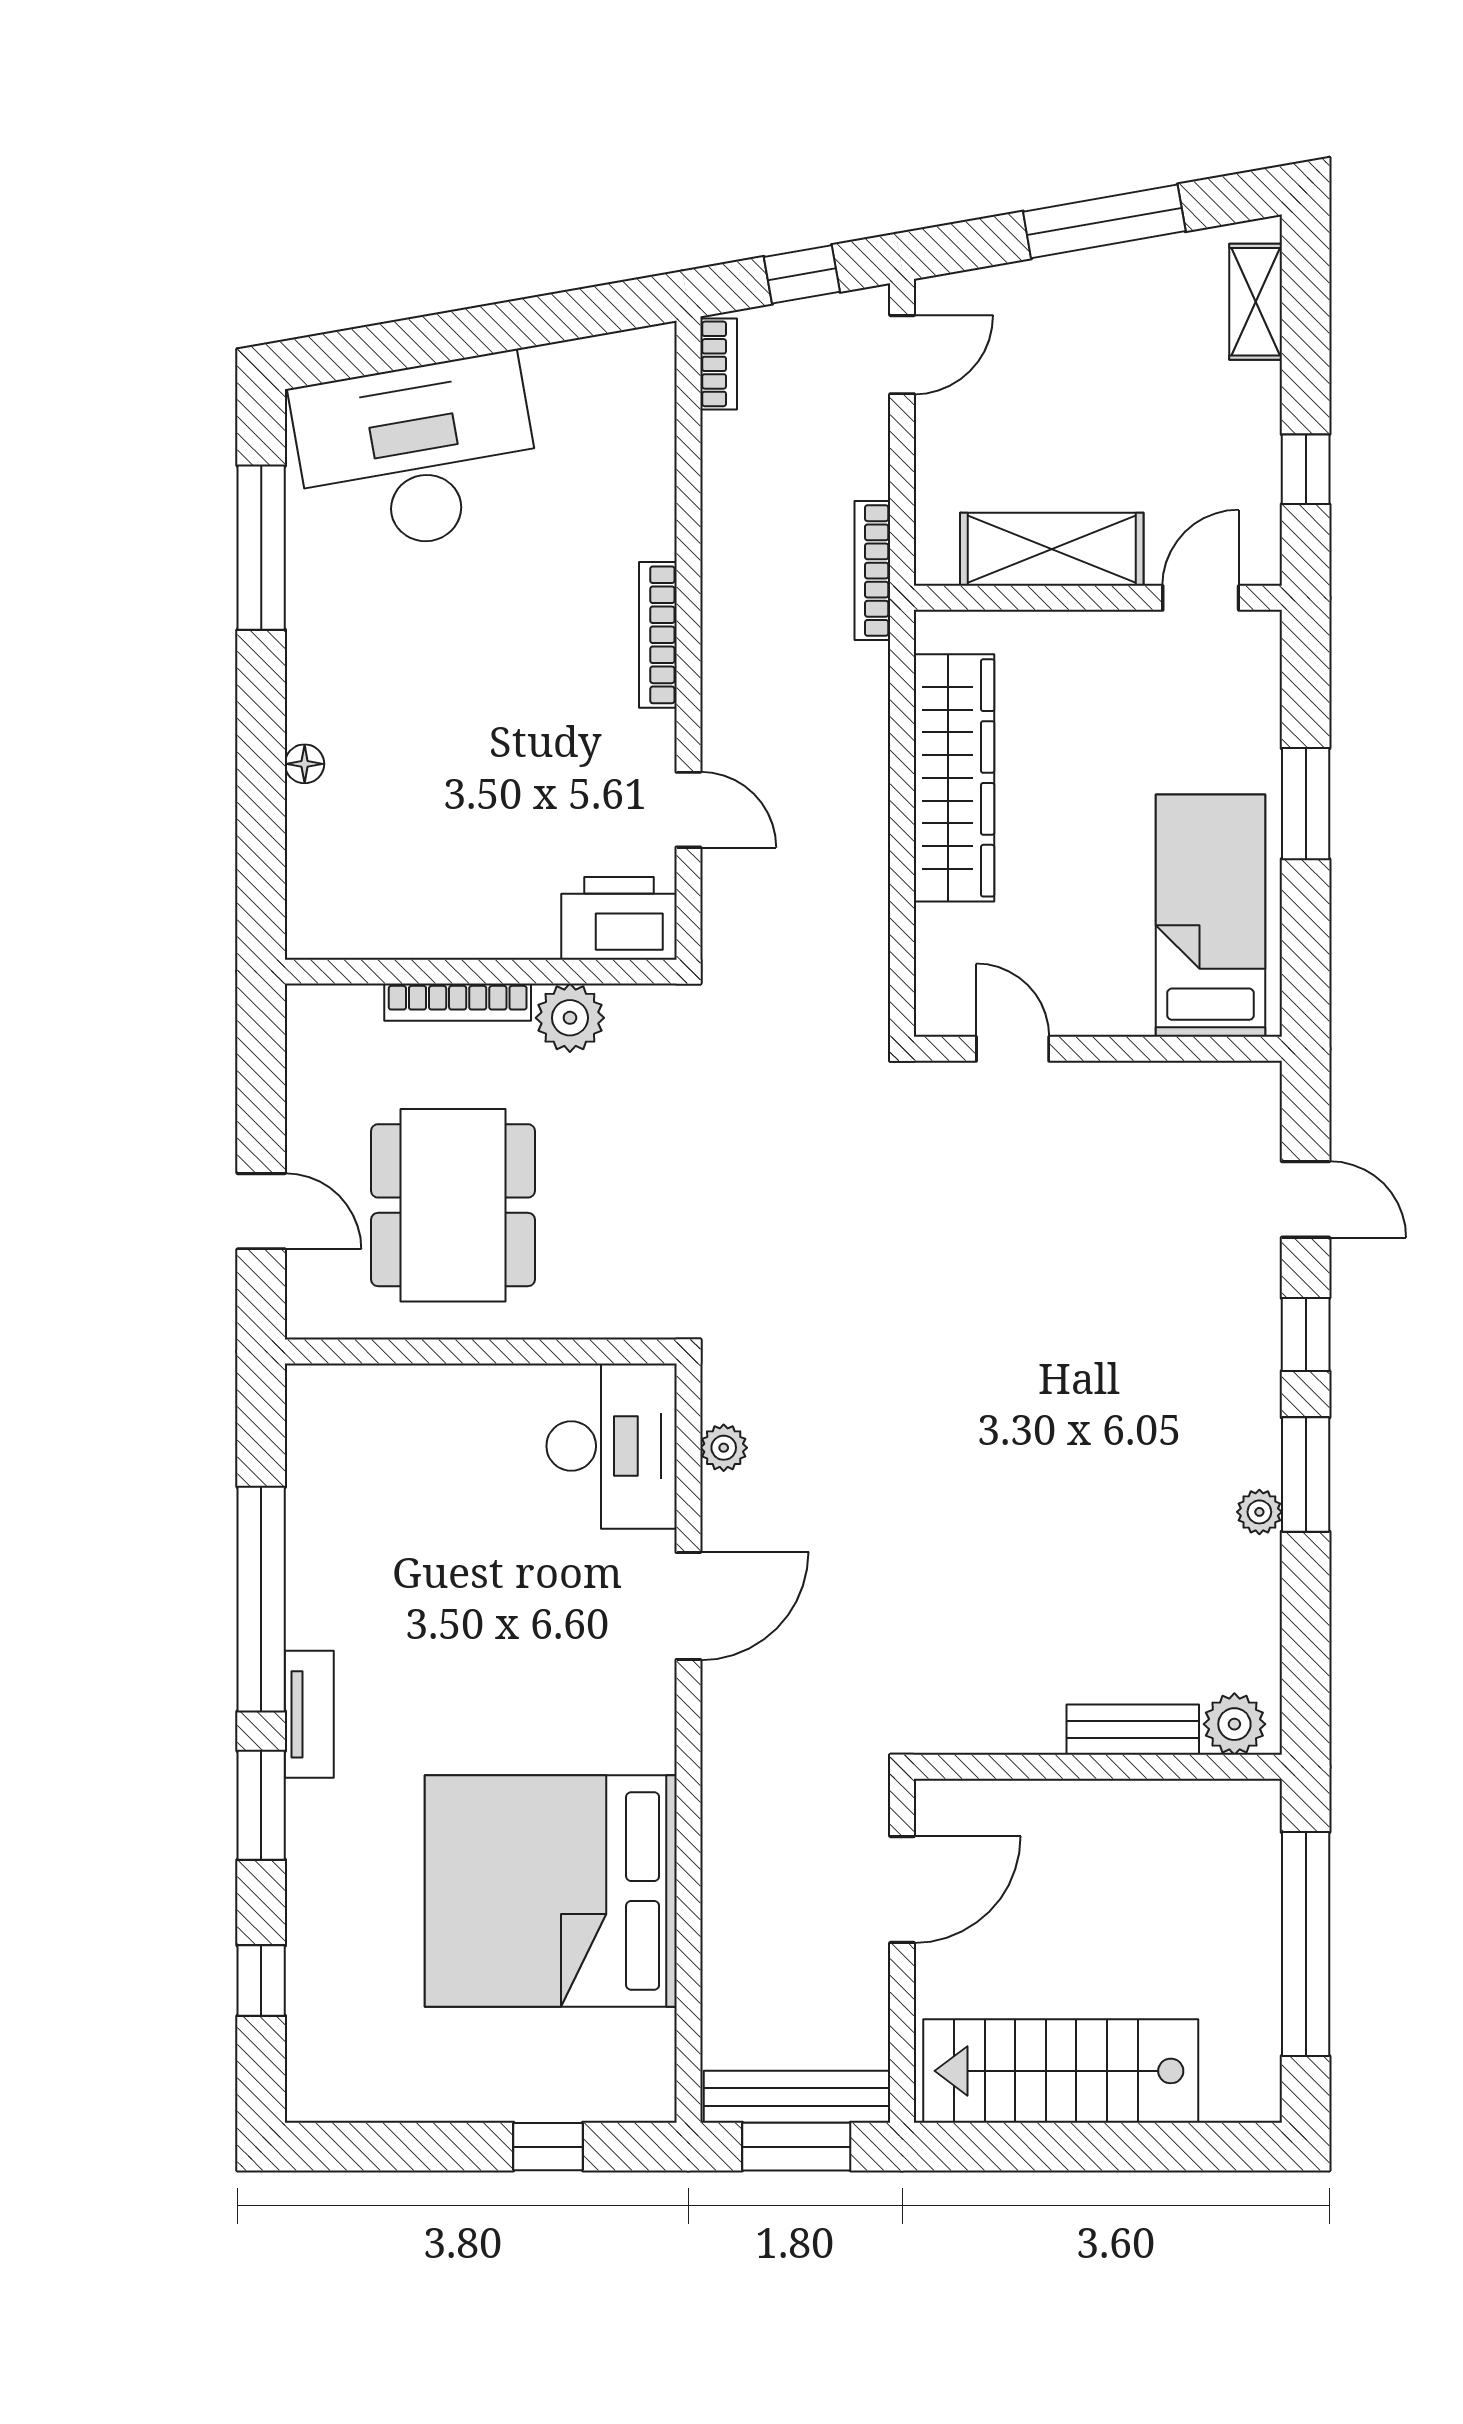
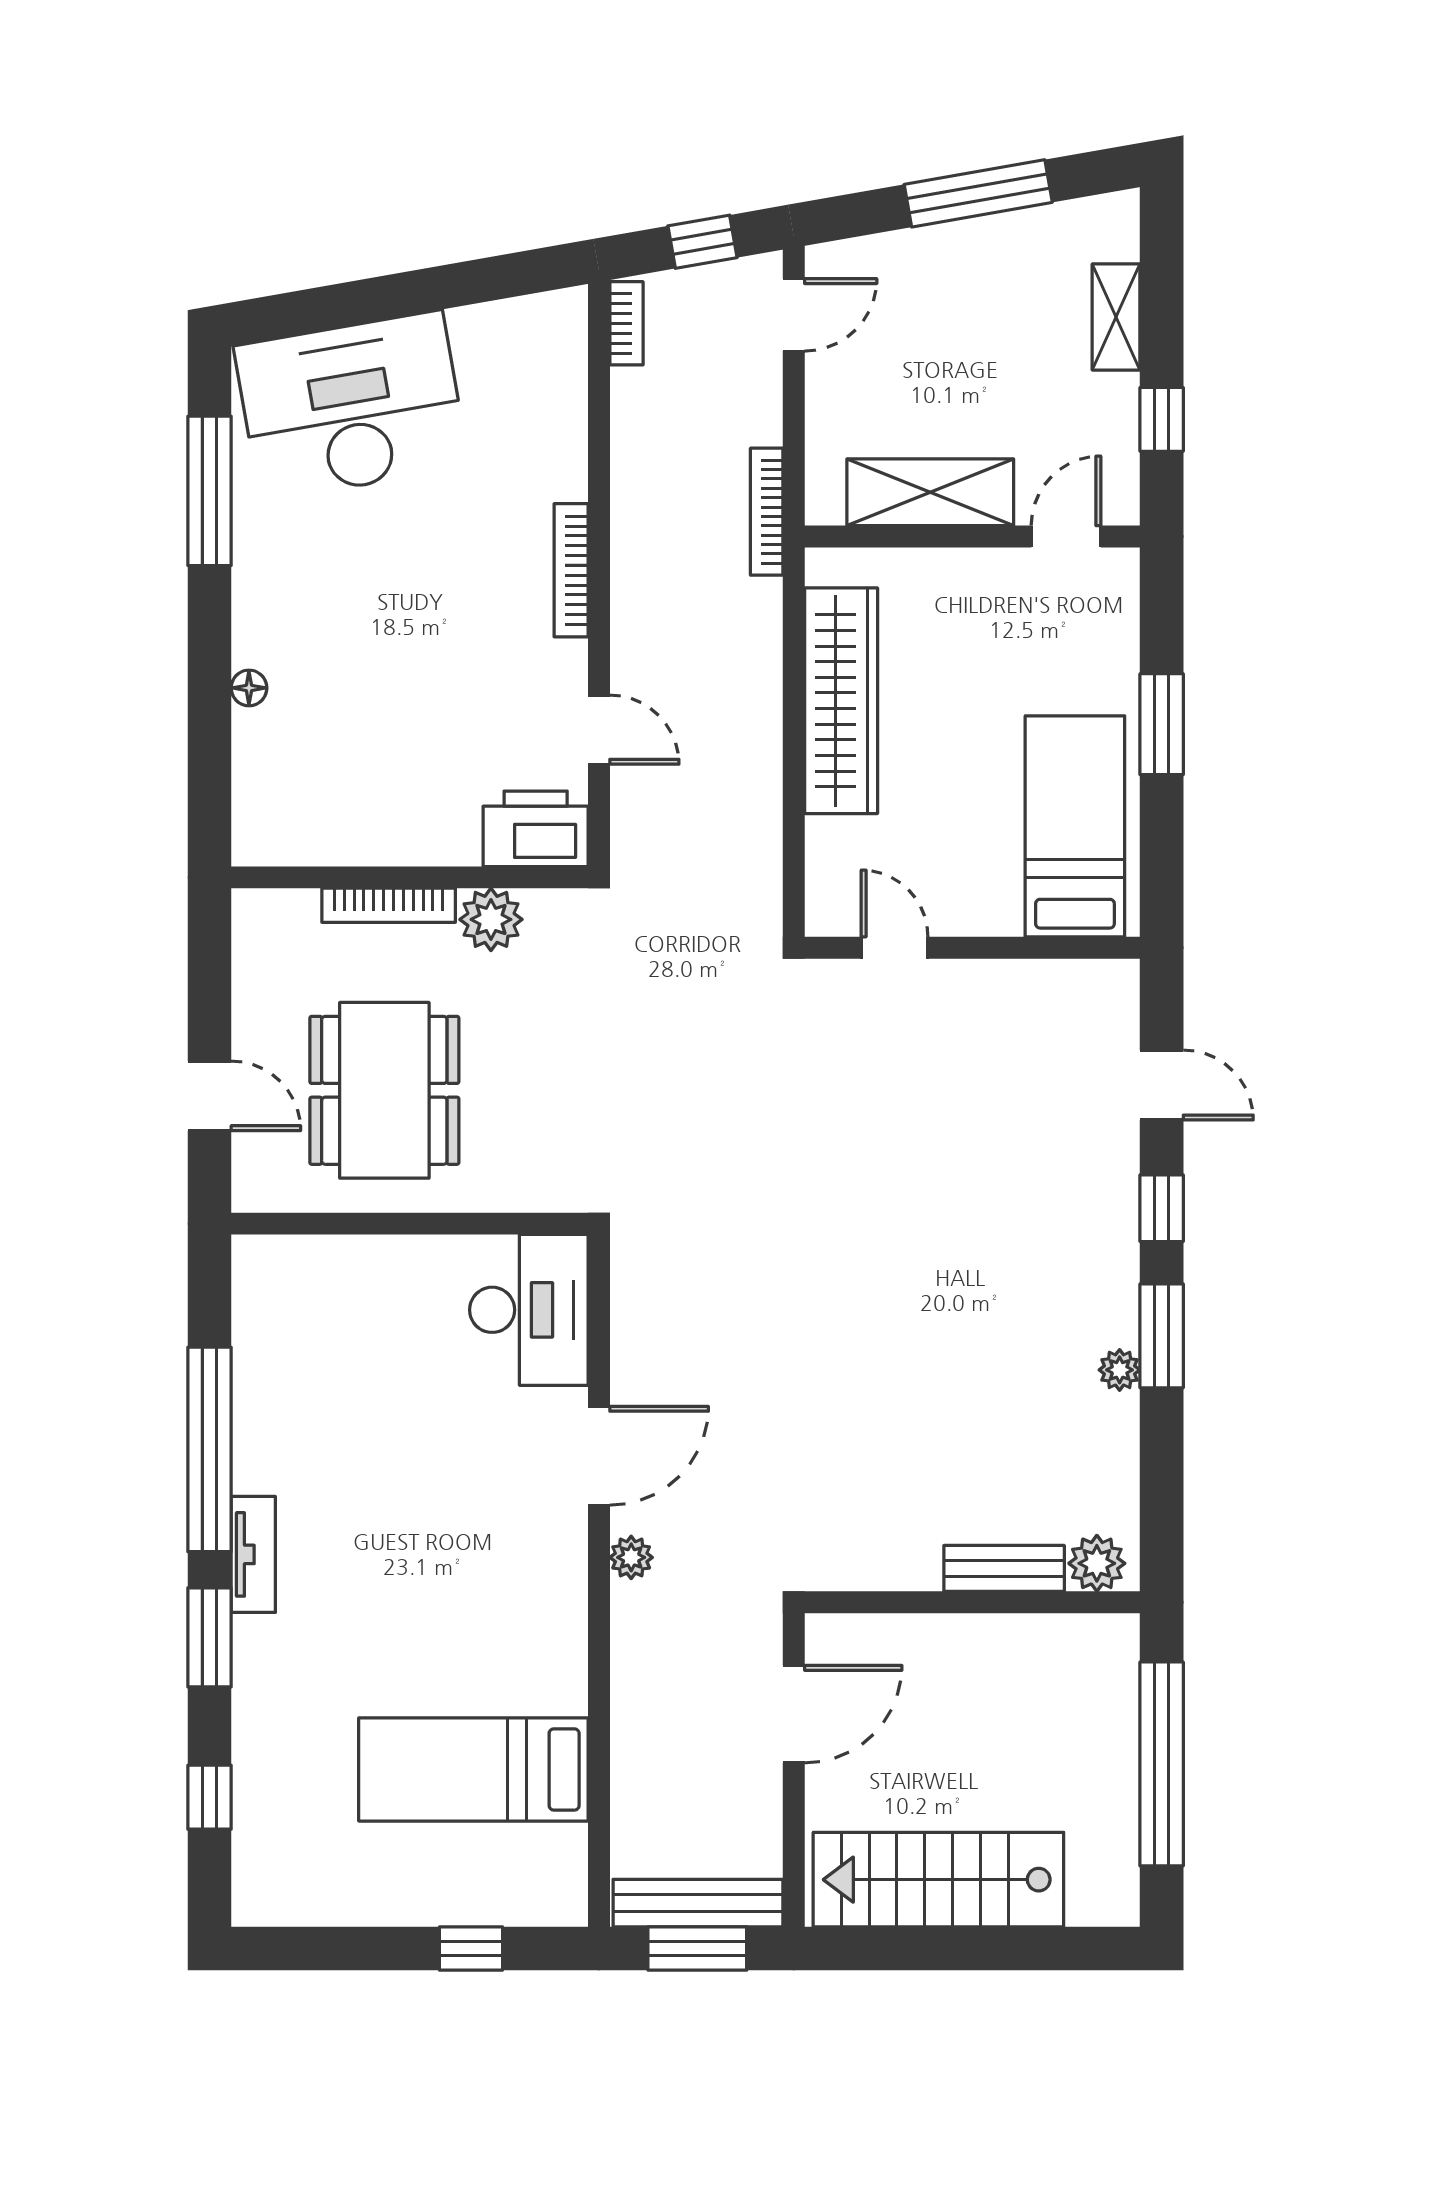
shelving: (1256, 302) -> (1116, 317), moved
plant: (724, 1448) -> (631, 1557), moved
bed: (551, 1891) -> (473, 1769), width x0.49

